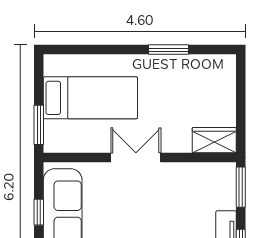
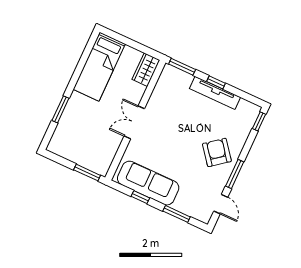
window: (168, 50) -> (60, 109), moved
bed: (90, 98) -> (99, 67), moved, turned 180

